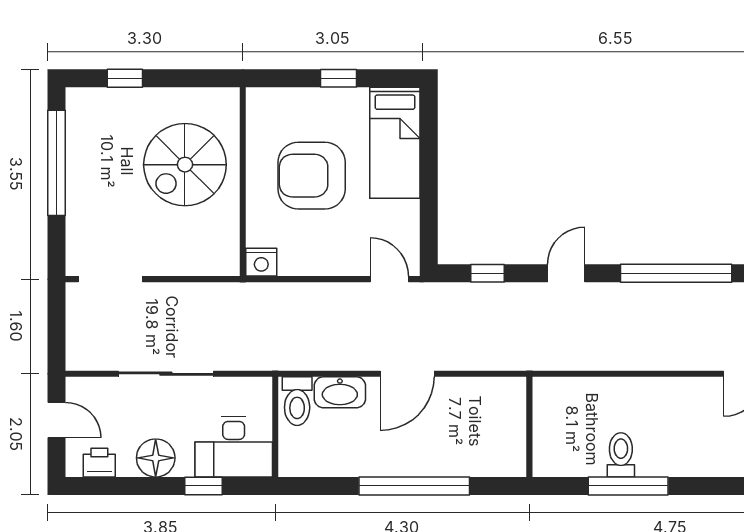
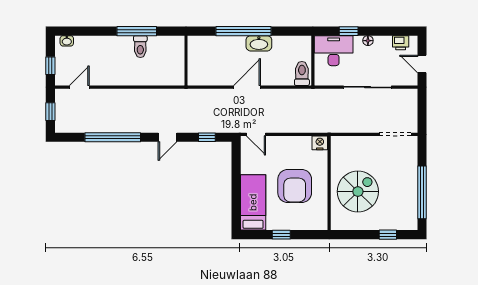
armchair: (312, 176) -> (295, 186), turned 90
washbasin: (340, 392) -> (259, 43), moved, turned 180
floor lamp: (156, 458) -> (368, 41), width x0.53, depth x0.53

